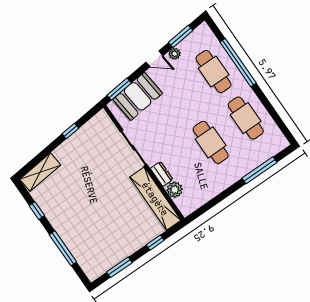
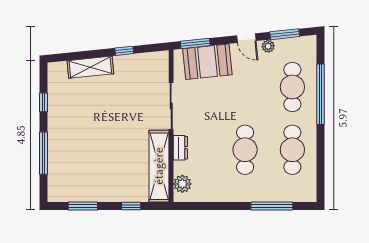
shelving: (40, 172) -> (90, 67), moved
plant: (175, 190) -> (182, 184), moved

